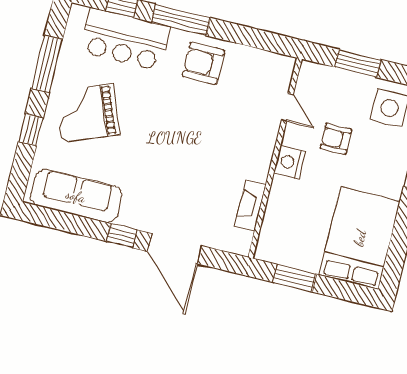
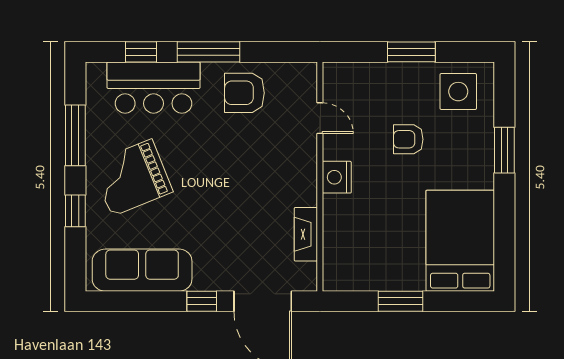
door: (287, 107) -> (320, 118), moved
wall: (275, 158) -> (320, 177), moved
nightstand: (289, 162) -> (337, 177), moved
fireplace: (250, 205) -> (306, 234), moved

